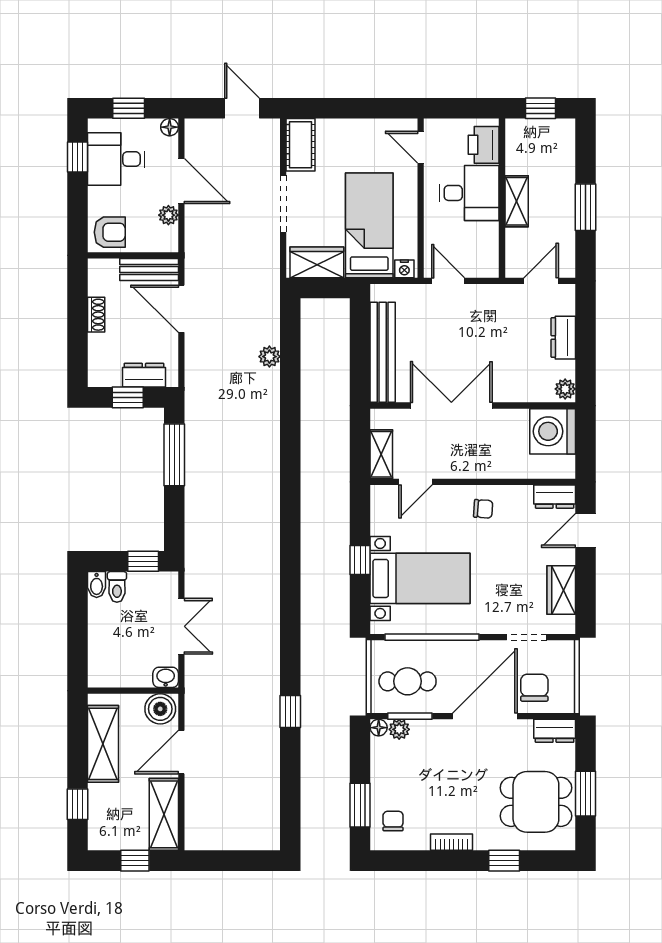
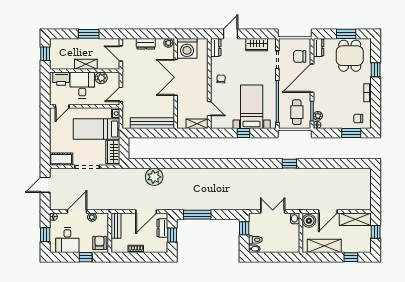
window: (77, 157) -> (86, 257), moved
plant: (486, 236) -> (101, 78), added
door: (181, 309) -> (146, 212), moved
plant: (269, 357) -> (154, 177), width x1.88, depth x1.88
double door: (451, 406) -> (176, 77), moved
door: (586, 530) -> (231, 34), swing flipped
window: (290, 711) -> (289, 164), moved
door: (485, 716) -> (312, 78), hinge flipped
door: (181, 752) -> (328, 212), hinge flipped

